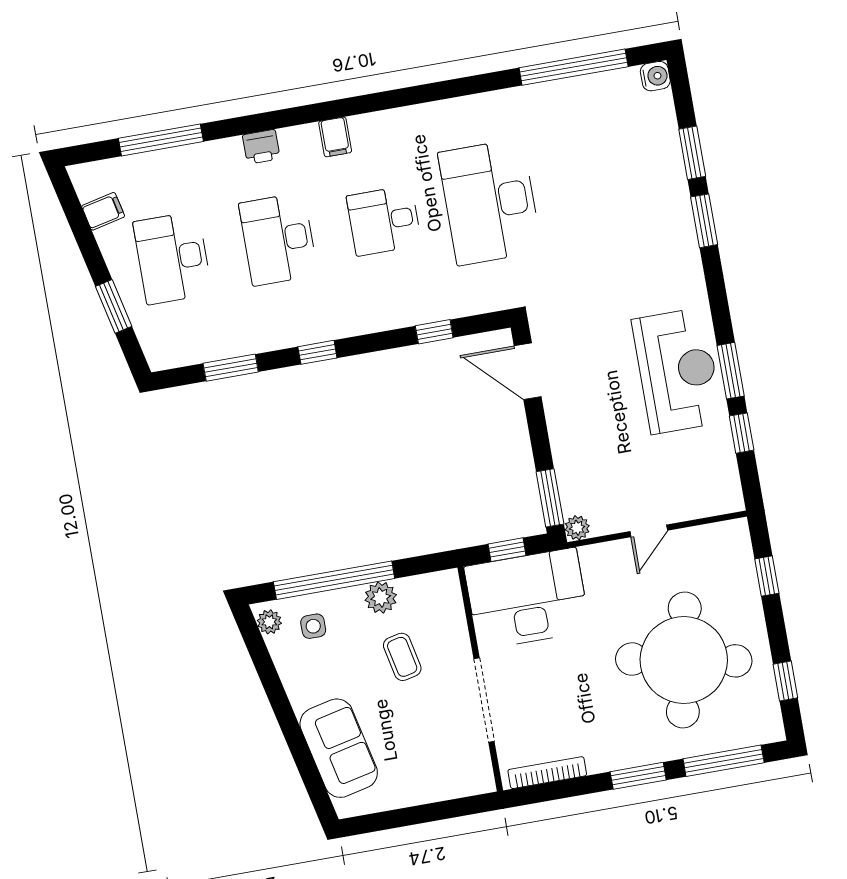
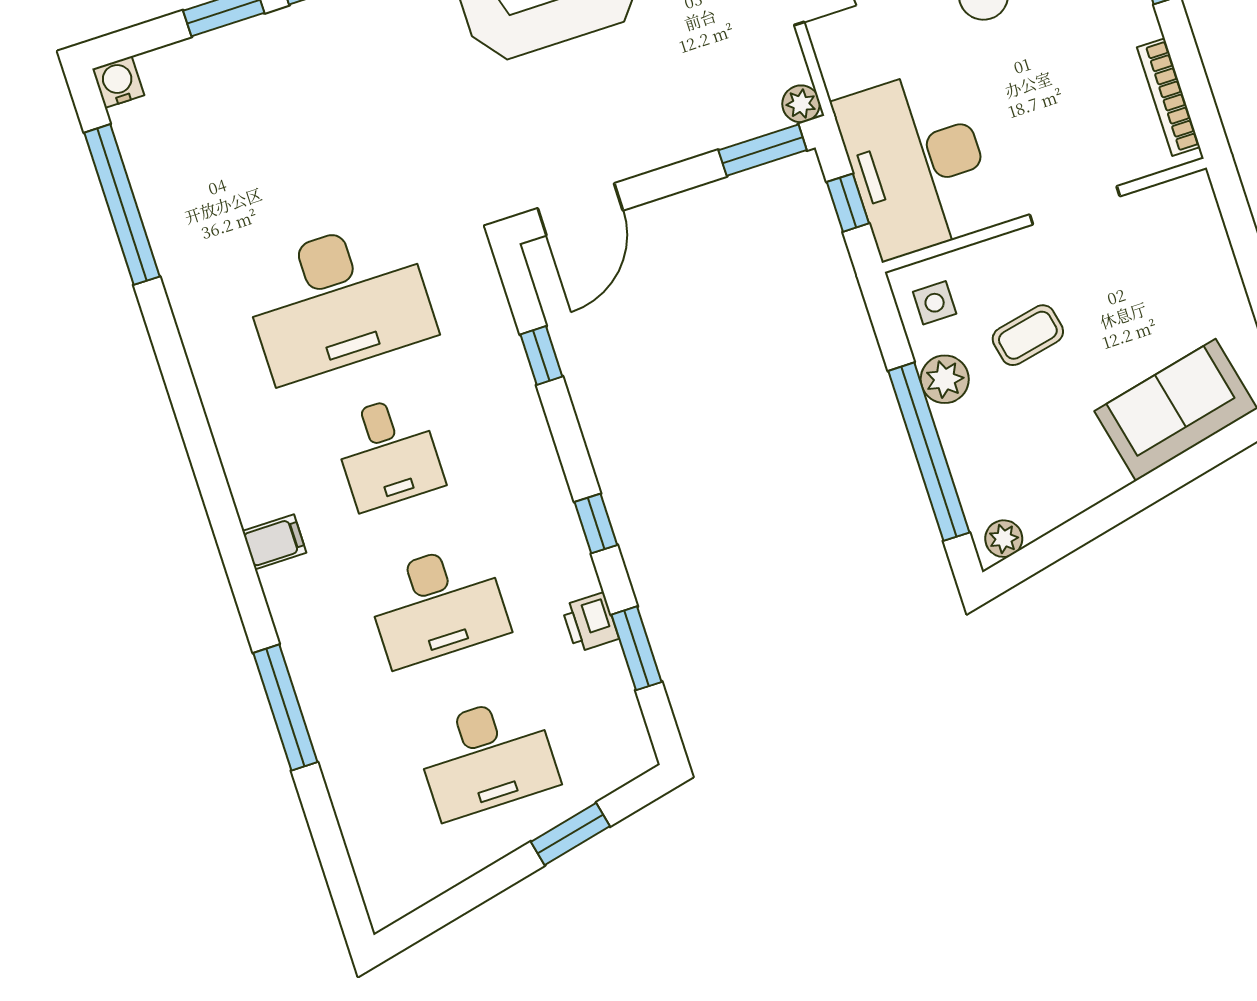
window: (161, 140) -> (285, 707), moved
printer: (261, 147) -> (590, 622), moved, turned 180
filing cabinet: (103, 211) -> (432, 869), removed
side table: (313, 626) -> (935, 303), moved
doorway: (484, 700) -> (1075, 205), width x0.73

